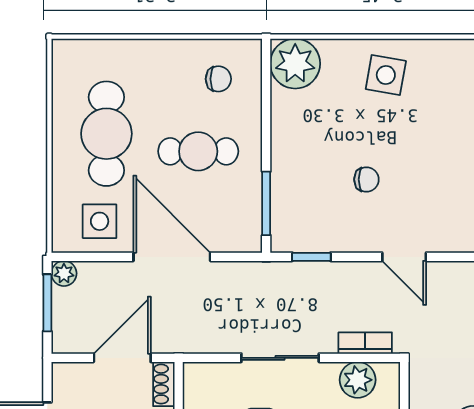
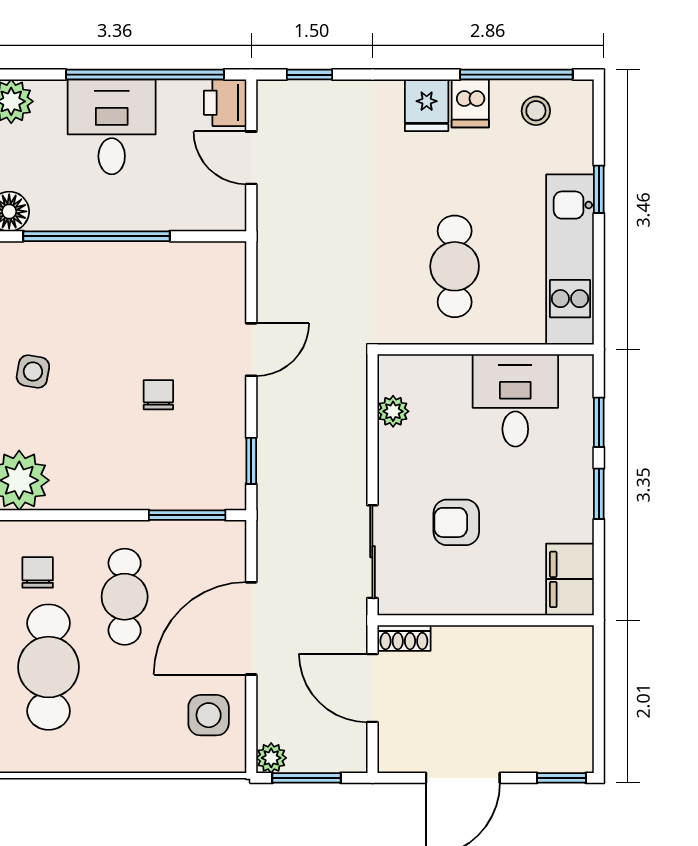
side table: (386, 75) -> (33, 372), width x0.73, depth x0.73
cafe table: (106, 134) -> (49, 667), moved, turned 90
bookcase: (365, 343) -> (355, 396), removed
sliding door: (280, 358) -> (372, 552), moved
plant: (358, 380) -> (393, 411), width x0.73, depth x0.73

